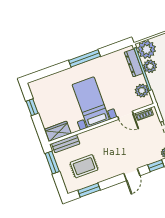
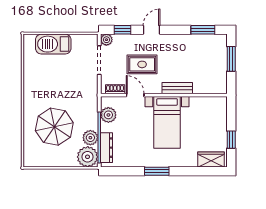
window: (85, 58) -> (157, 171), width x0.69
wardrobe: (58, 131) -> (211, 160), moved, turned 180
bench: (66, 144) -> (177, 88), moved
window: (52, 162) -> (231, 59), moved
rug: (84, 166) -> (142, 64), moved

